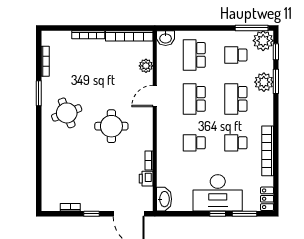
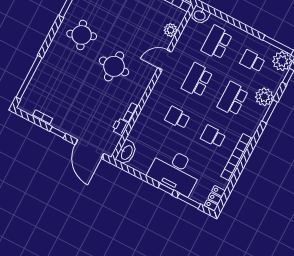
window: (276, 81) -> (270, 111), moved
window: (39, 177) -> (29, 77), added

